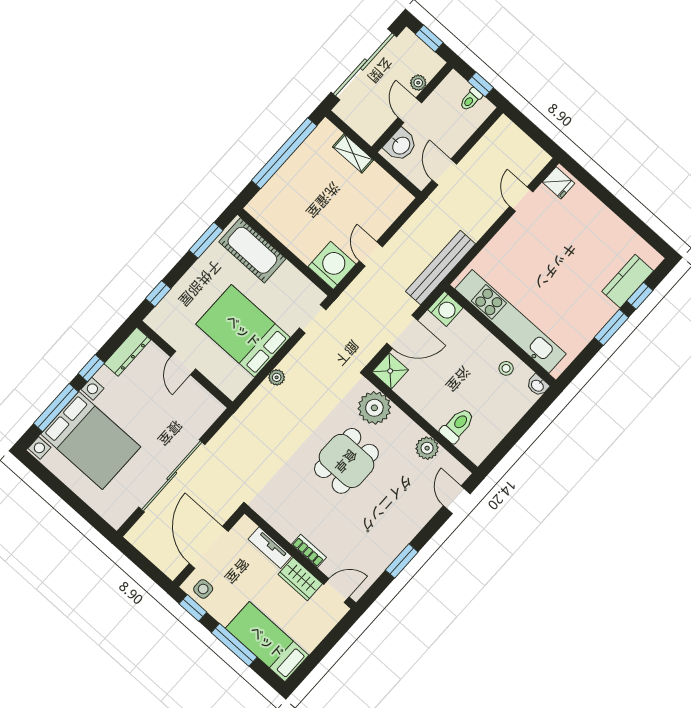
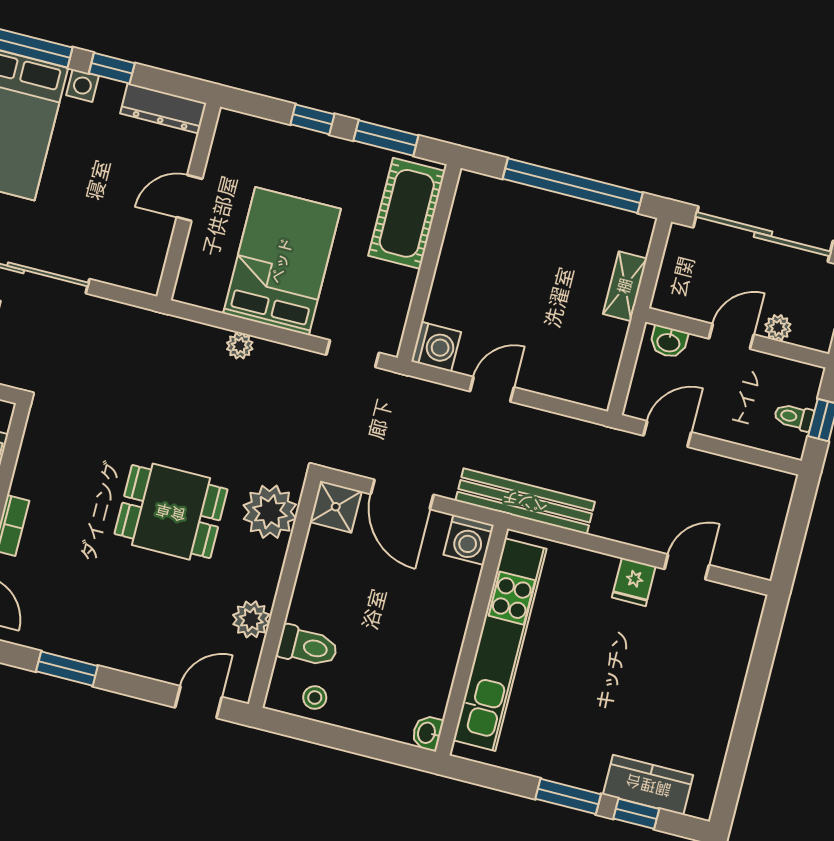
washbasin: (401, 145) -> (669, 342), width x0.72, depth x0.69
fridge: (558, 183) -> (634, 582), moved
washing machine: (332, 265) -> (436, 347), width x0.73, depth x0.73
window: (158, 294) -> (312, 119), moved
stool: (506, 368) -> (315, 698), moved

